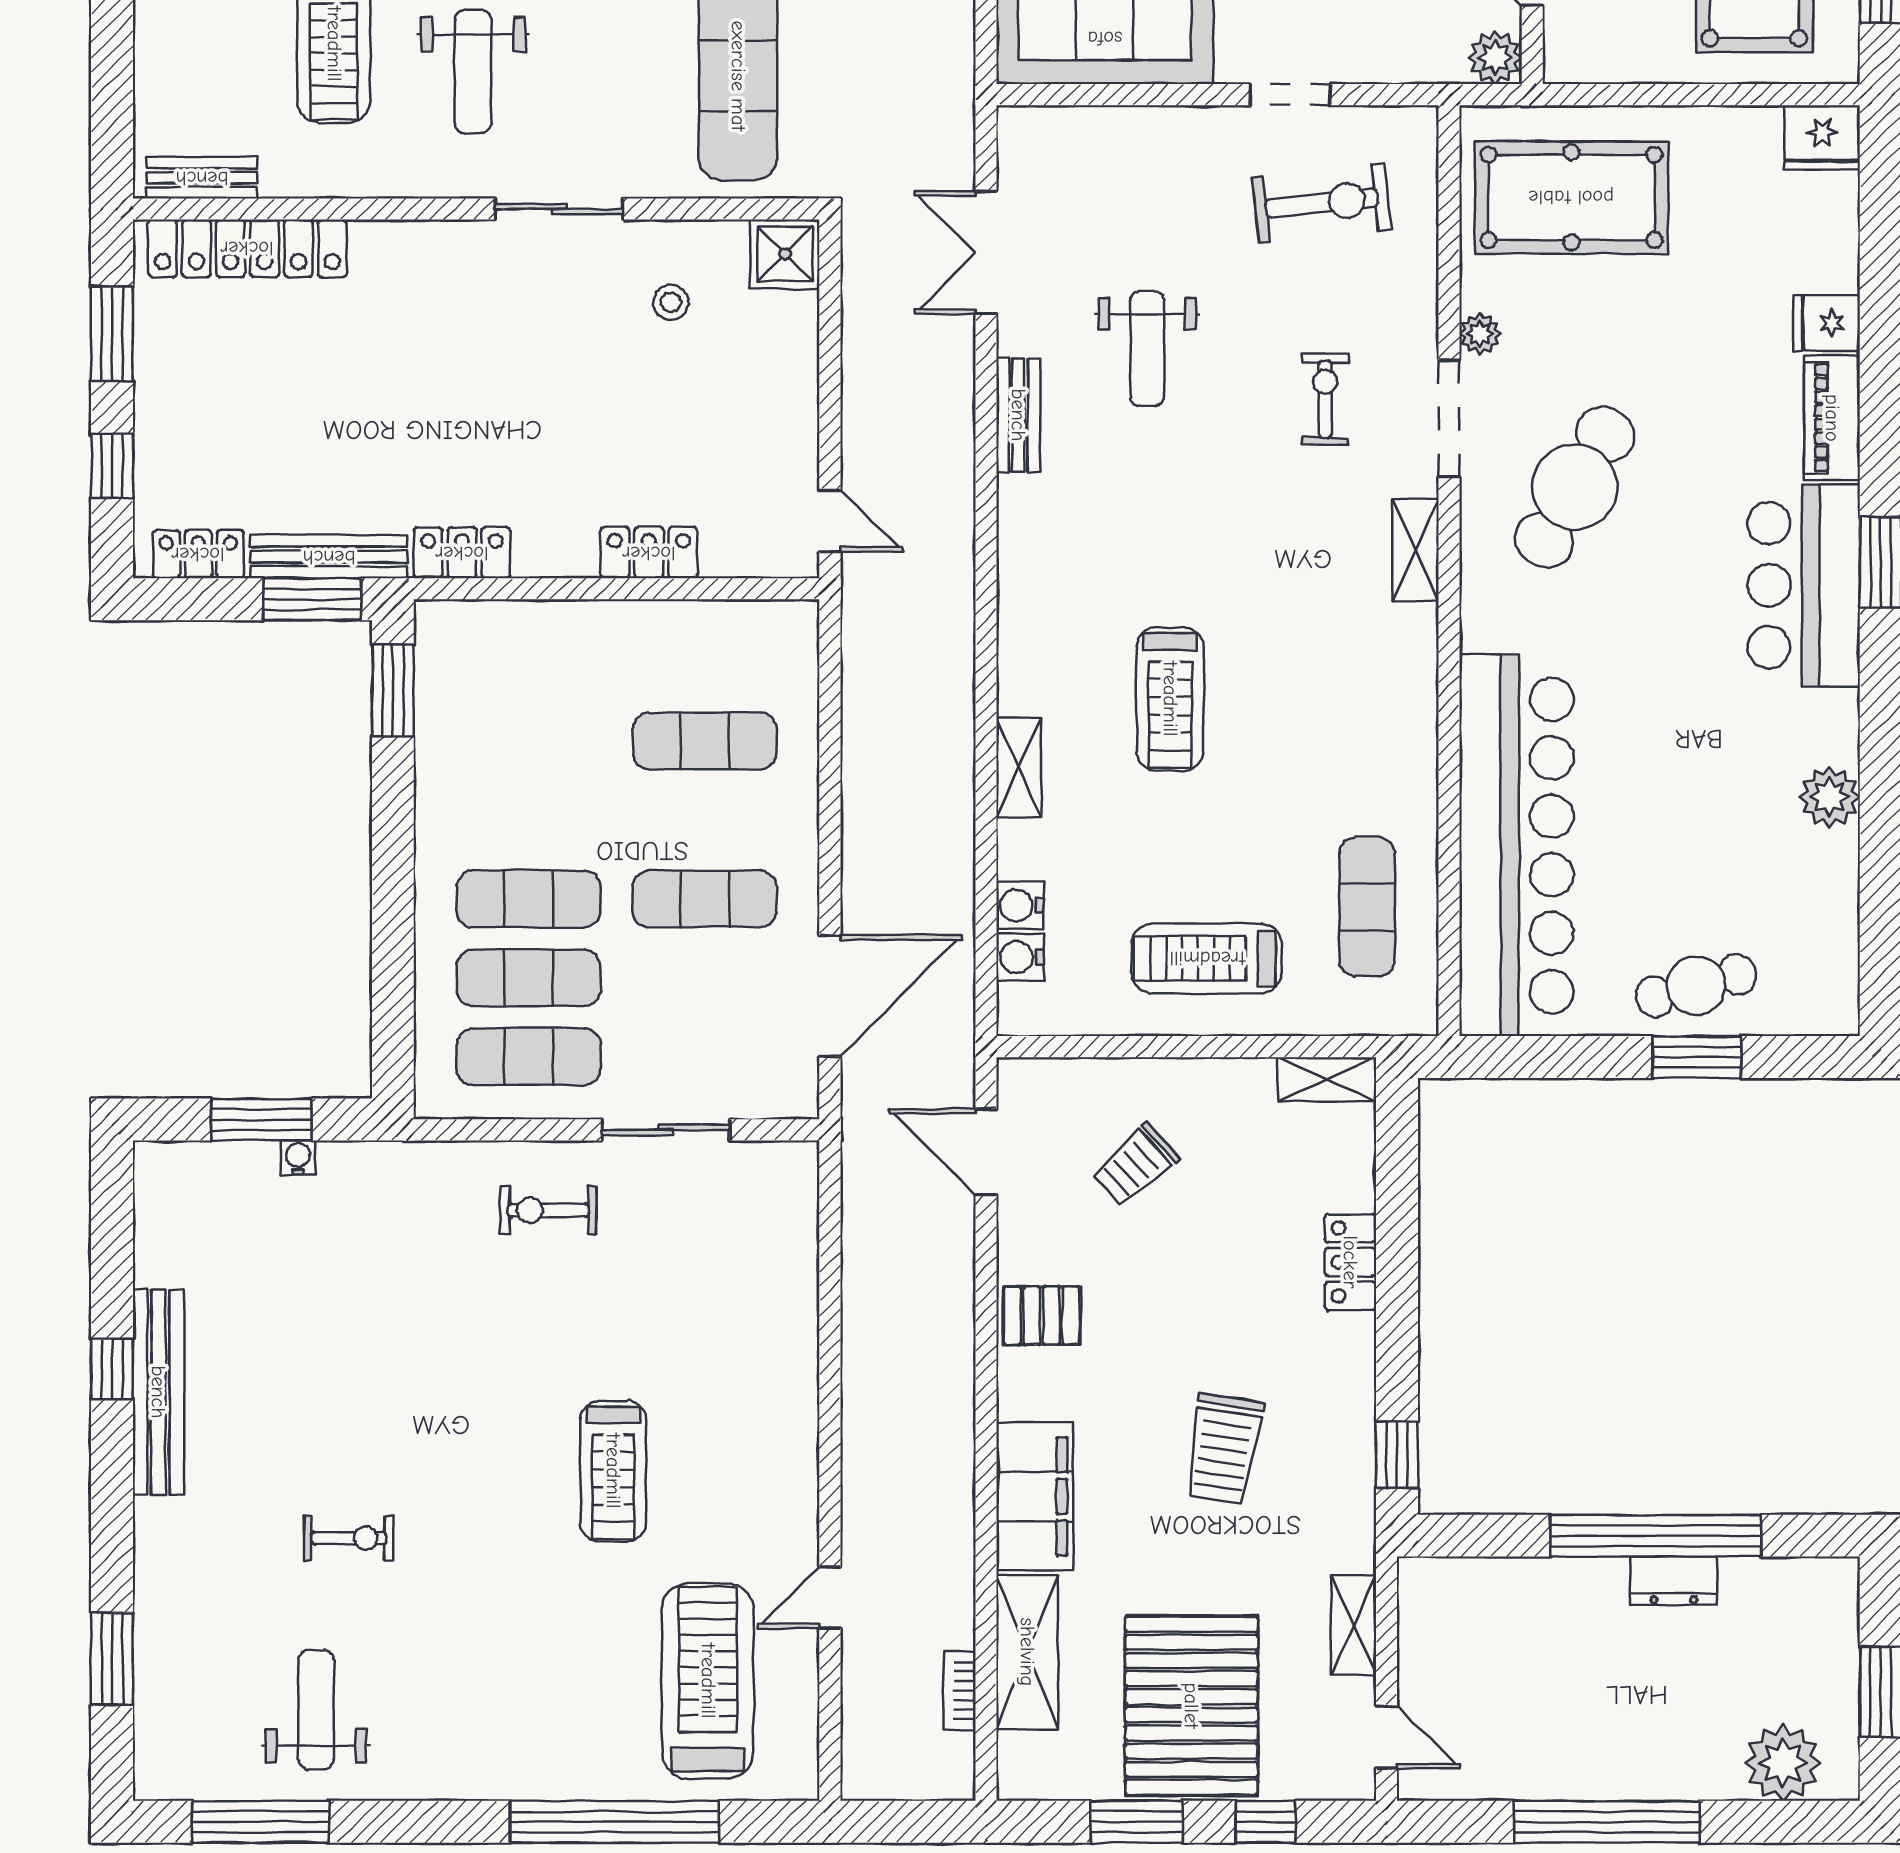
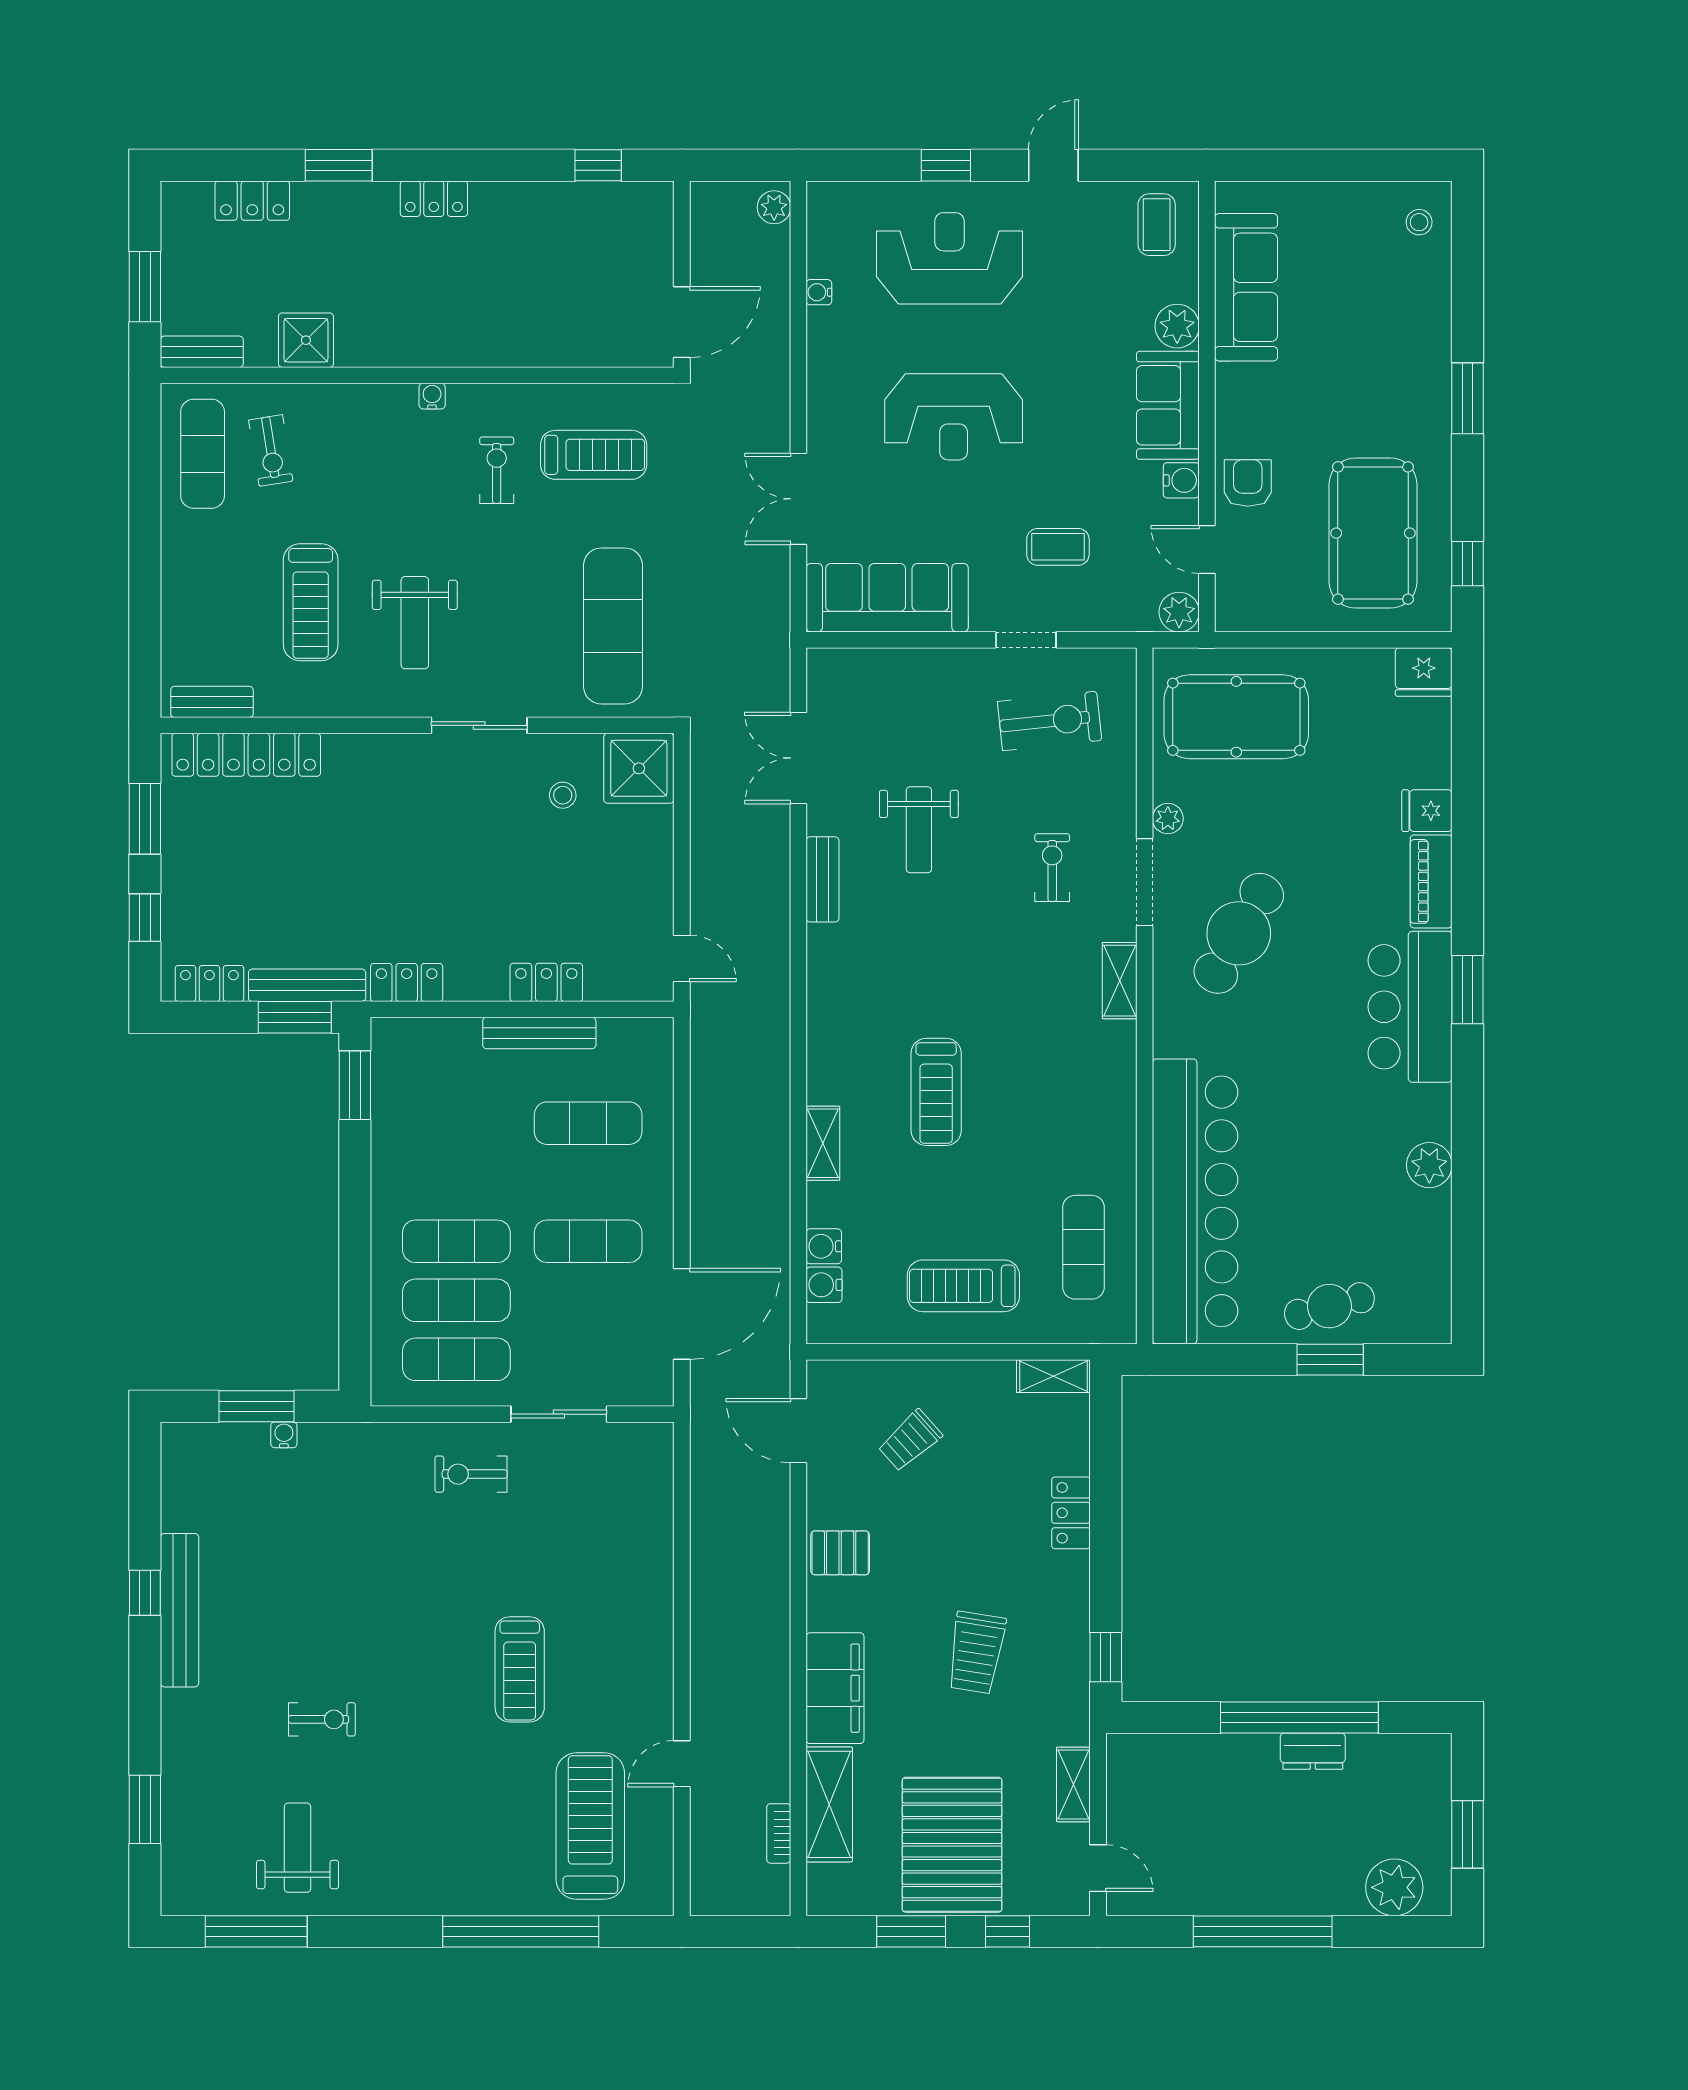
shower: (785, 254) -> (639, 768), width x1.36, depth x1.36
bench: (639, 620) -> (539, 1033), added

